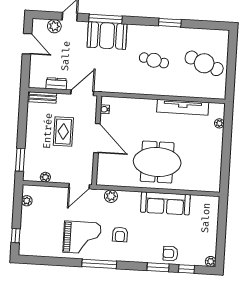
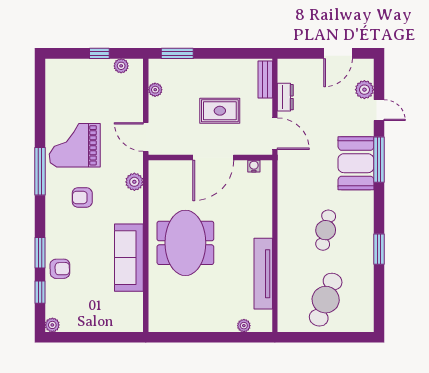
window: (16, 236) -> (99, 53), moved
grand piano: (82, 238) -> (75, 145), turned 90
armchair: (170, 254) -> (60, 269), turned 89

